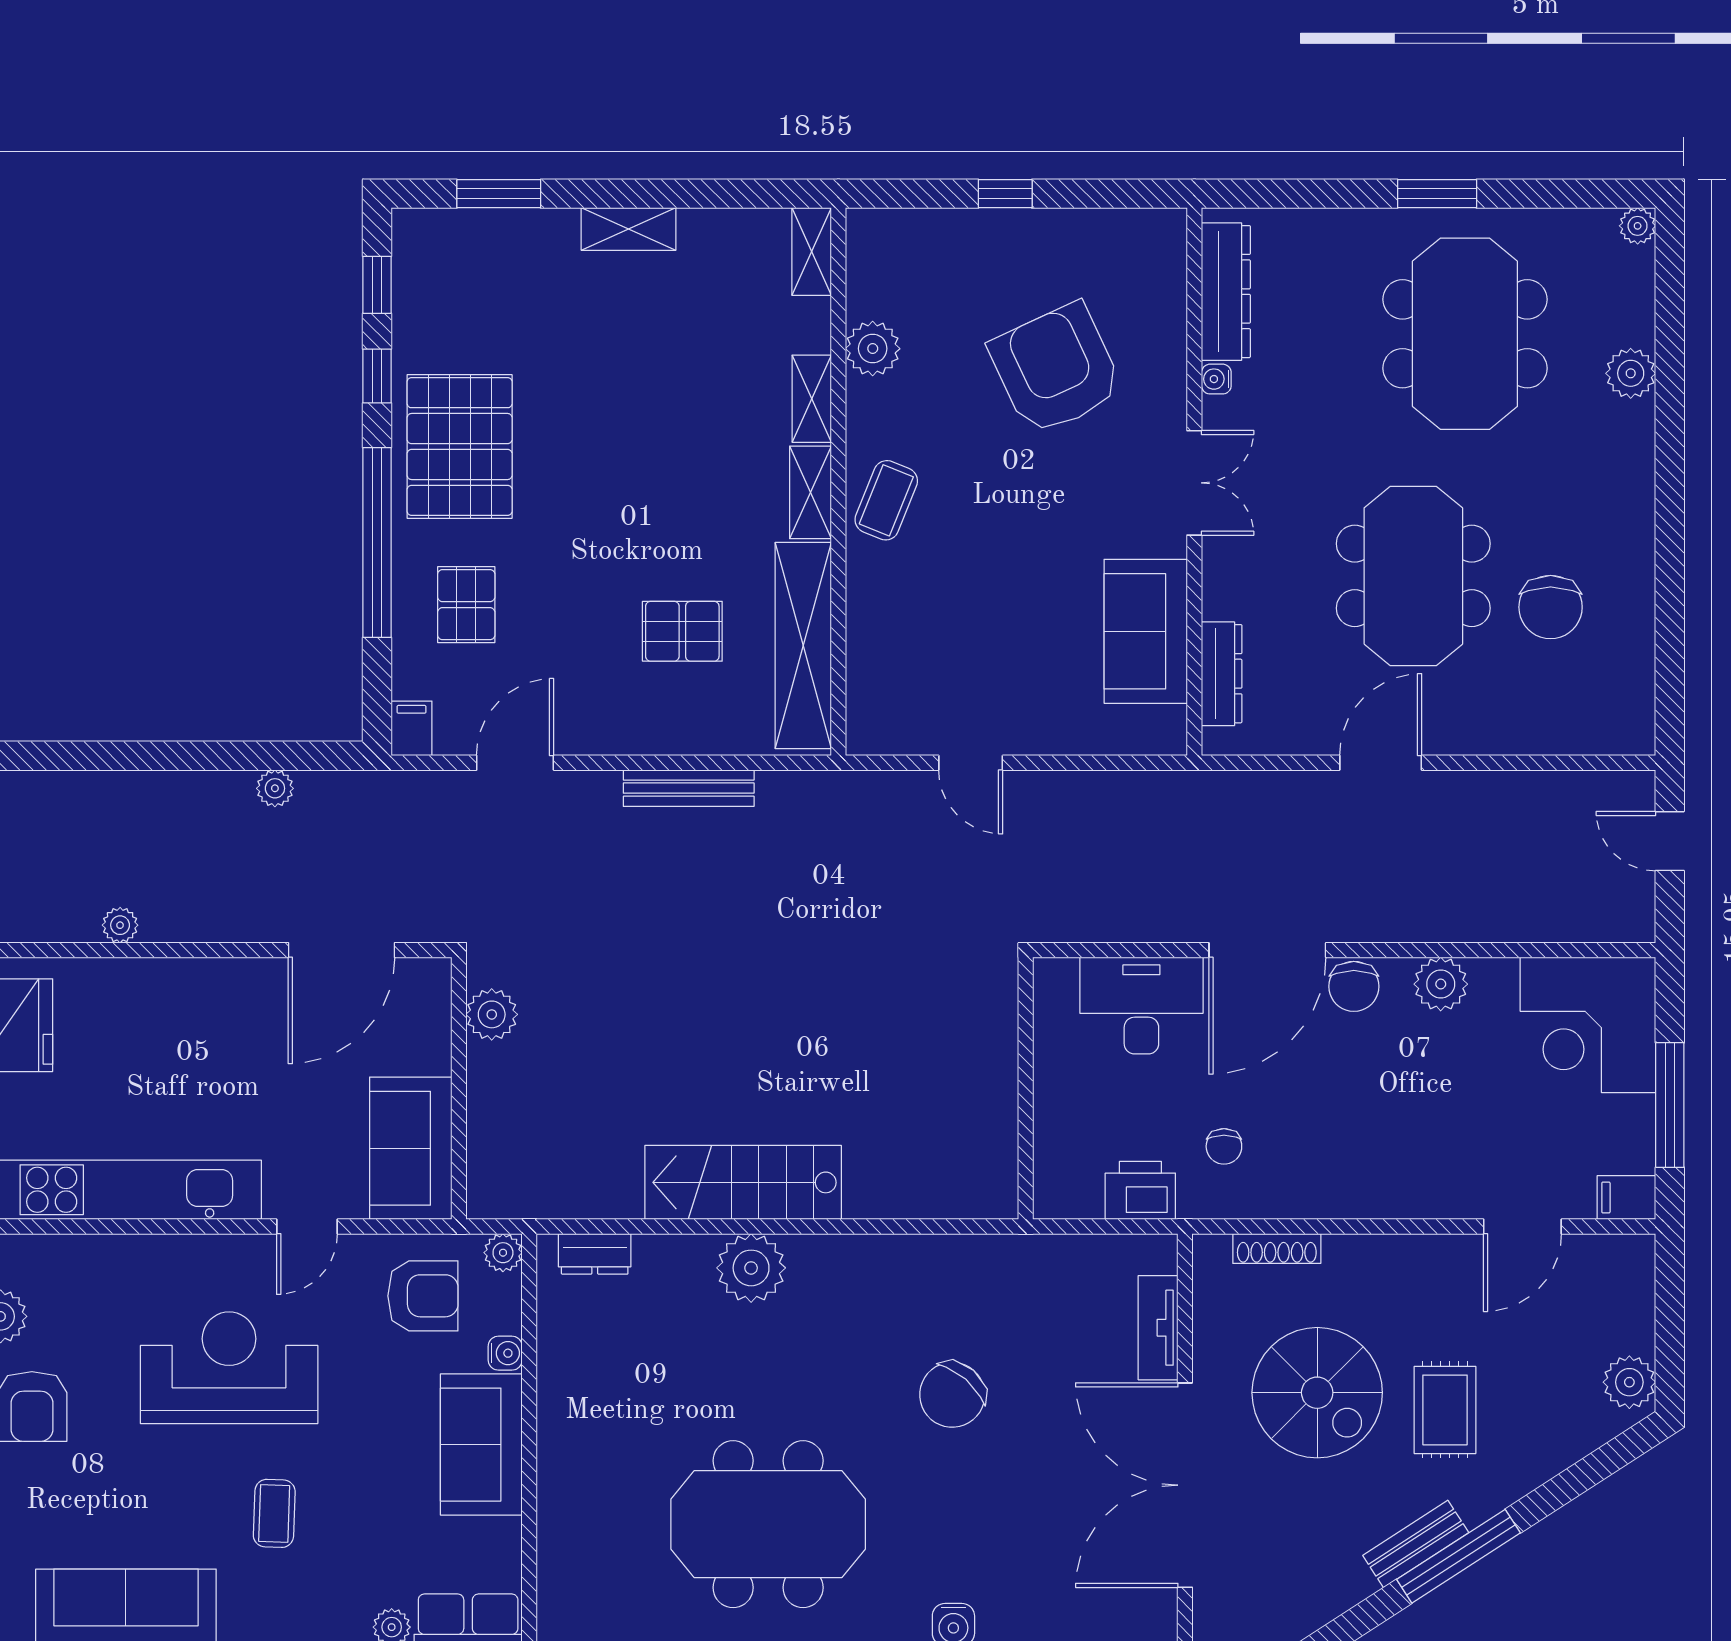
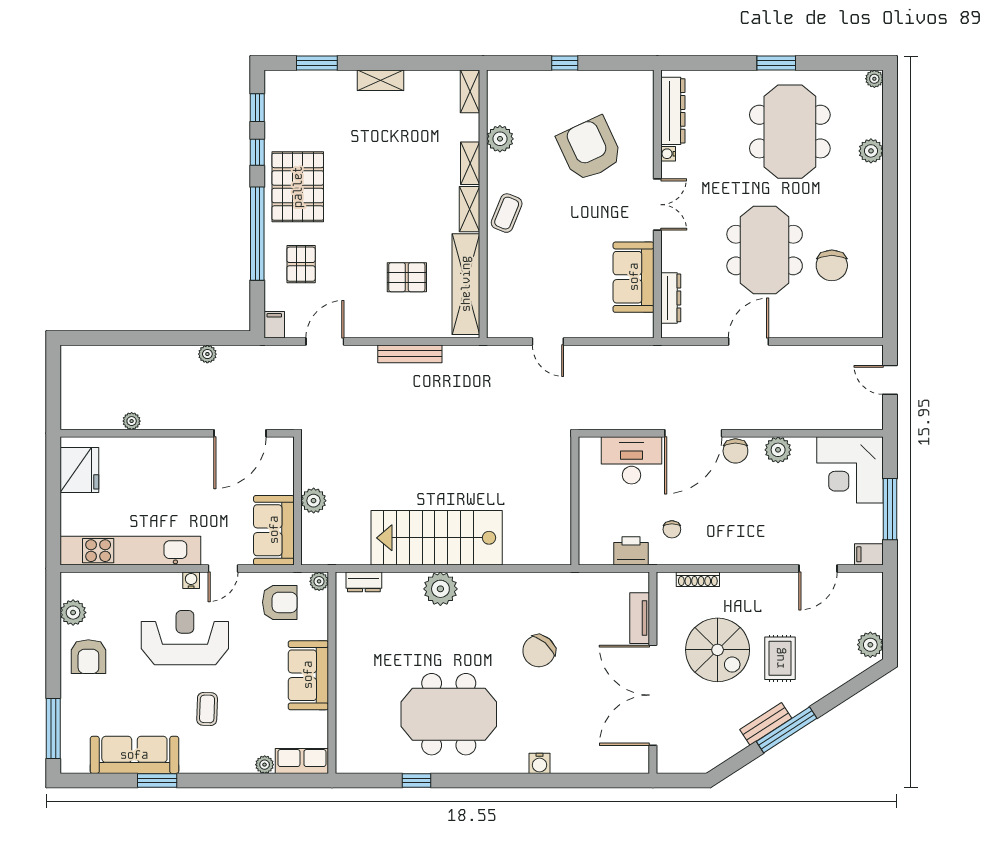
plant: (492, 1014) -> (314, 501), moved
stairs: (743, 1182) -> (437, 538), width x1.36, depth x1.51
water cooler: (505, 1353) -> (191, 580), moved, turned -90

